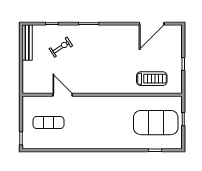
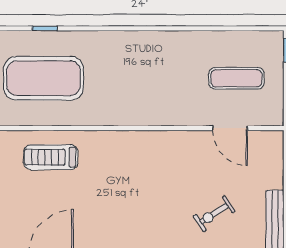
door: (63, 95) -> (230, 128), moved

